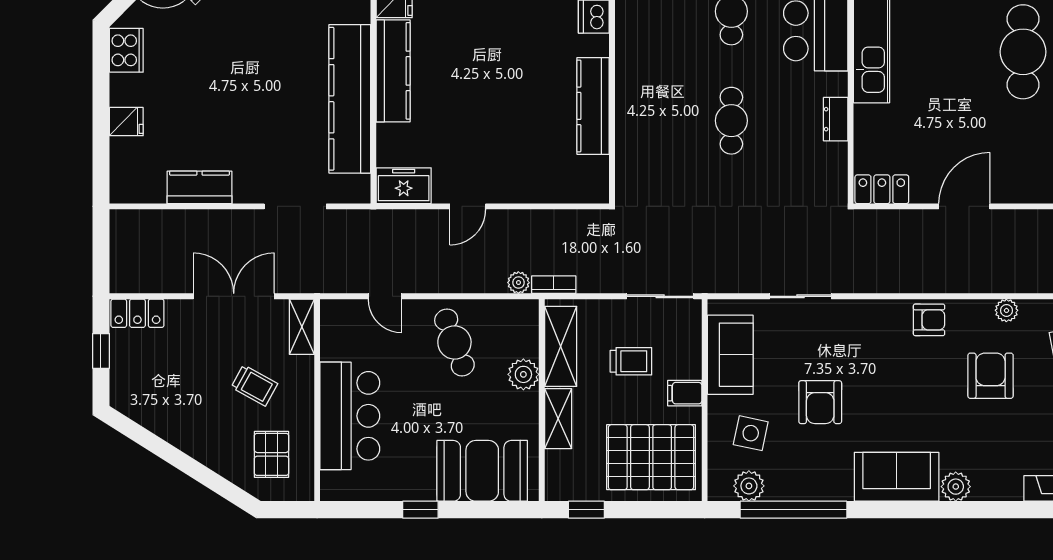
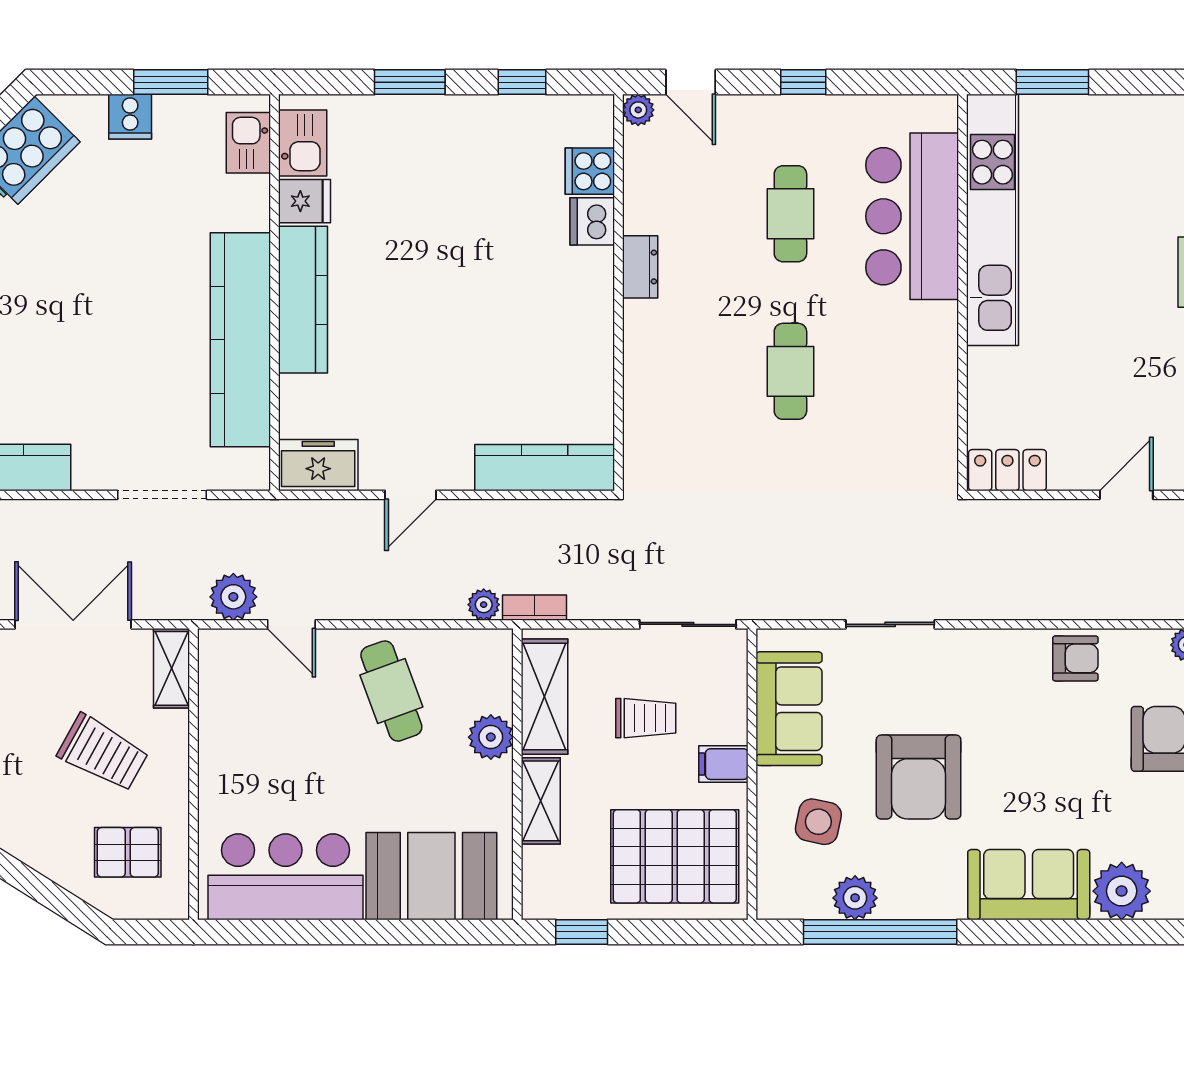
kitchen counter: (593, 106) -> (545, 468), moved, turned 90
dresser: (836, 119) -> (640, 267), moved, turned 180
door: (964, 206) -> (1126, 495), width x0.73
plant: (345, 277) -> (233, 597), added
trolley: (254, 385) -> (103, 753), width x1.36, depth x1.39
armchair: (820, 402) -> (919, 777), width x1.36, depth x1.36
bar counter: (350, 416) -> (285, 877), moved, turned -90
pallet: (272, 454) -> (128, 852), turned 90
plant: (749, 486) -> (855, 898), moved
plant: (956, 487) -> (1122, 891), width x1.36, depth x1.36
window: (420, 510) -> (342, 932), removed

